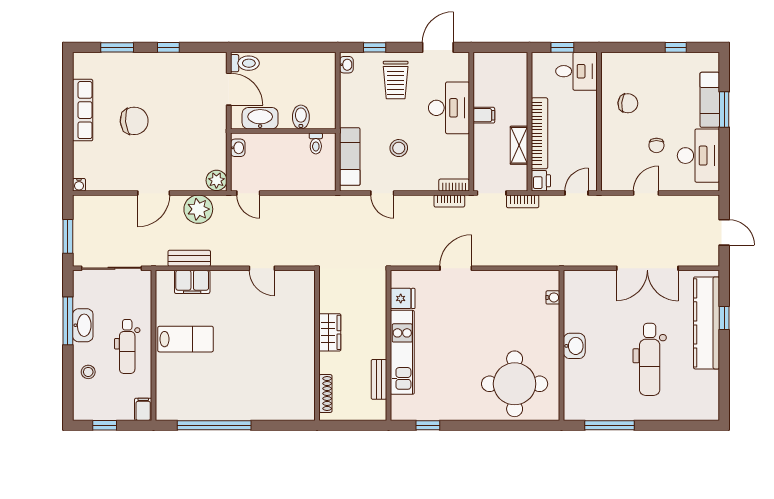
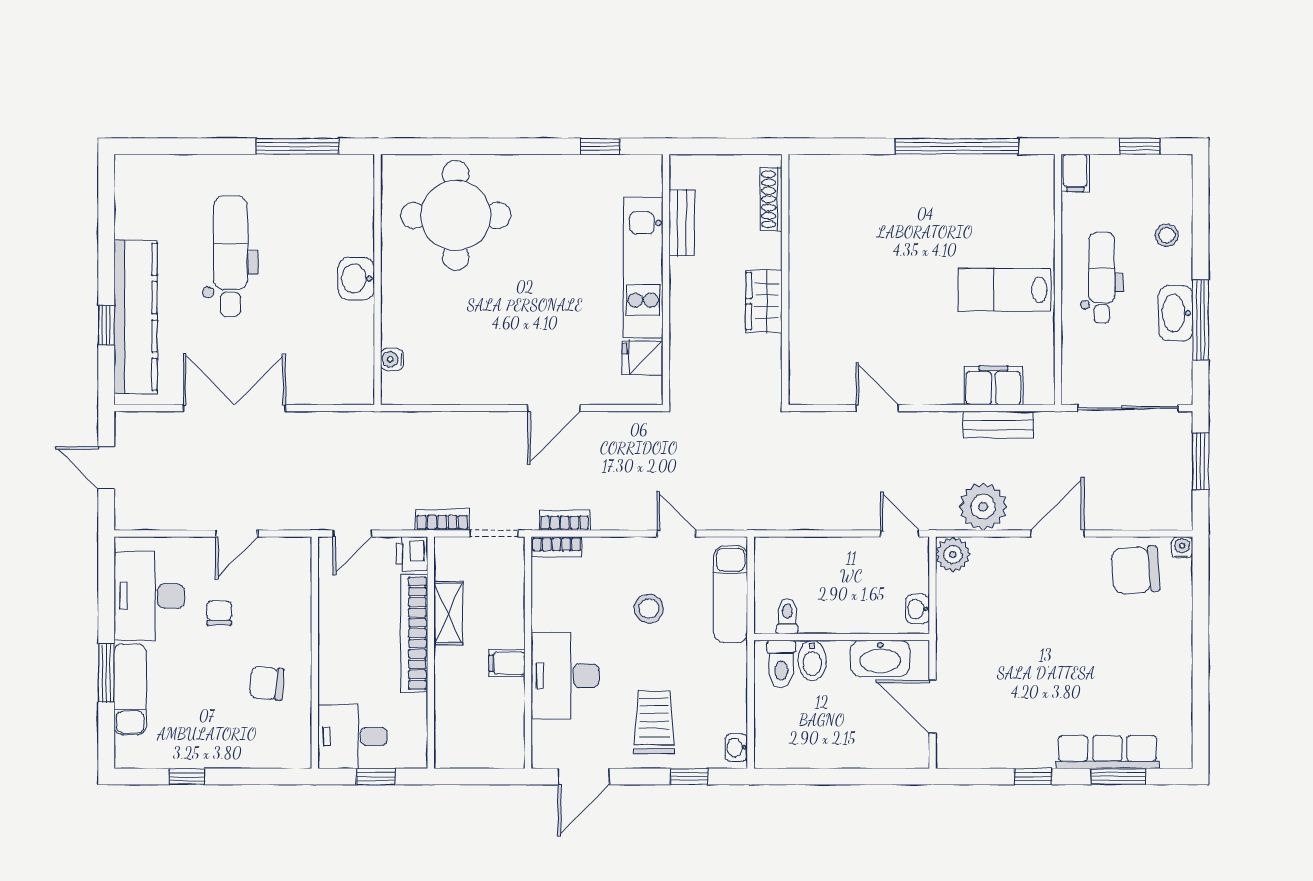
toilet: (245, 63) -> (781, 664), moved, turned -90
row of seats: (83, 110) -> (1107, 752), moved, turned 90
chair: (134, 121) -> (1135, 570), moved

